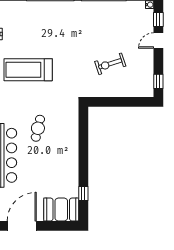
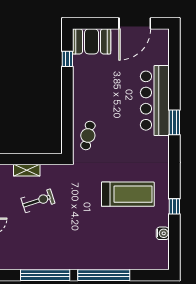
shelving: (120, 92) -> (27, 170), added
cafe table: (38, 128) -> (88, 135), moved

